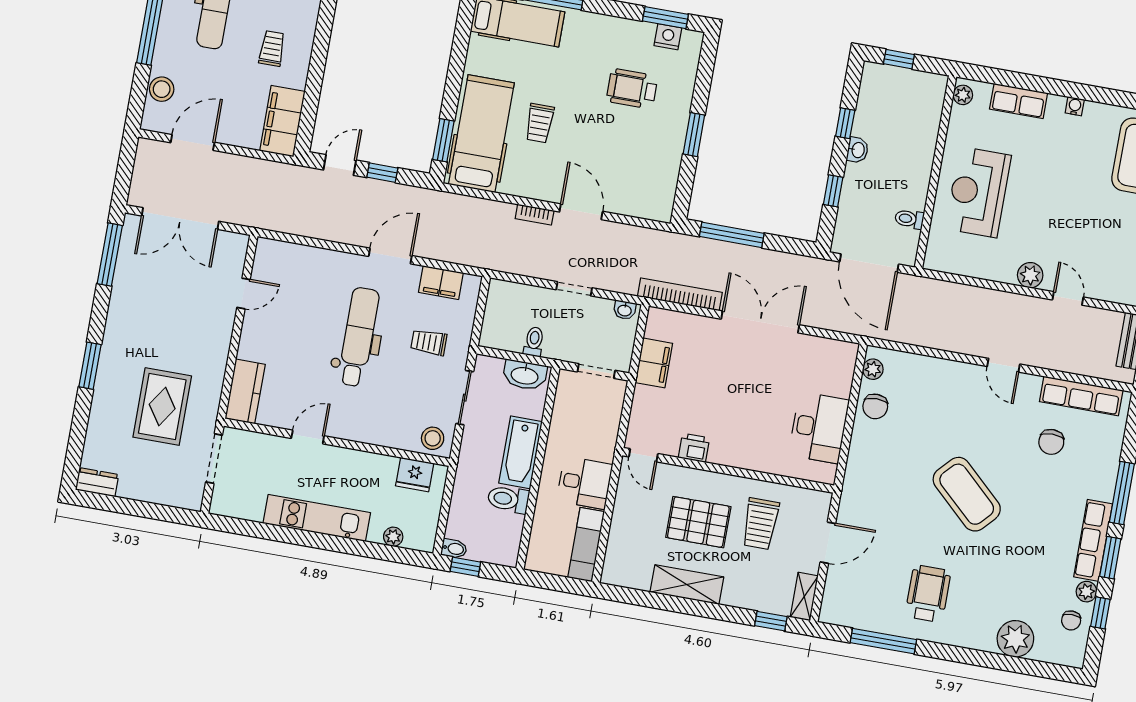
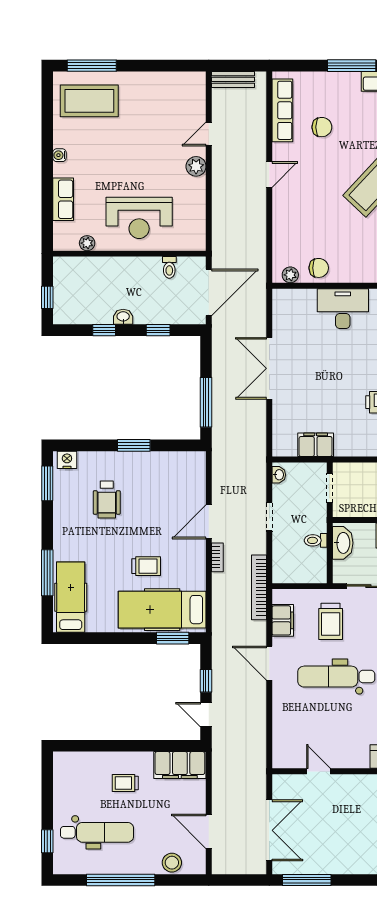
nightstand: (668, 37) -> (67, 460), moved, turned 90
plant: (963, 95) -> (87, 243), moved
bookcase: (680, 294) -> (259, 587), moved
trolley: (429, 342) -> (331, 621), width x1.36, depth x1.39

